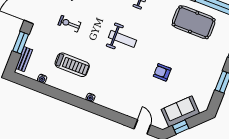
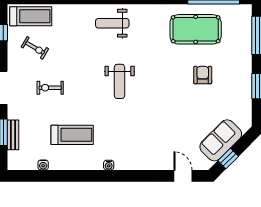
weight bench: (122, 39) -> (120, 81), turned 90
bench: (24, 59) -> (13, 135), moved
armchair: (162, 72) -> (203, 75), moved, turned 90

